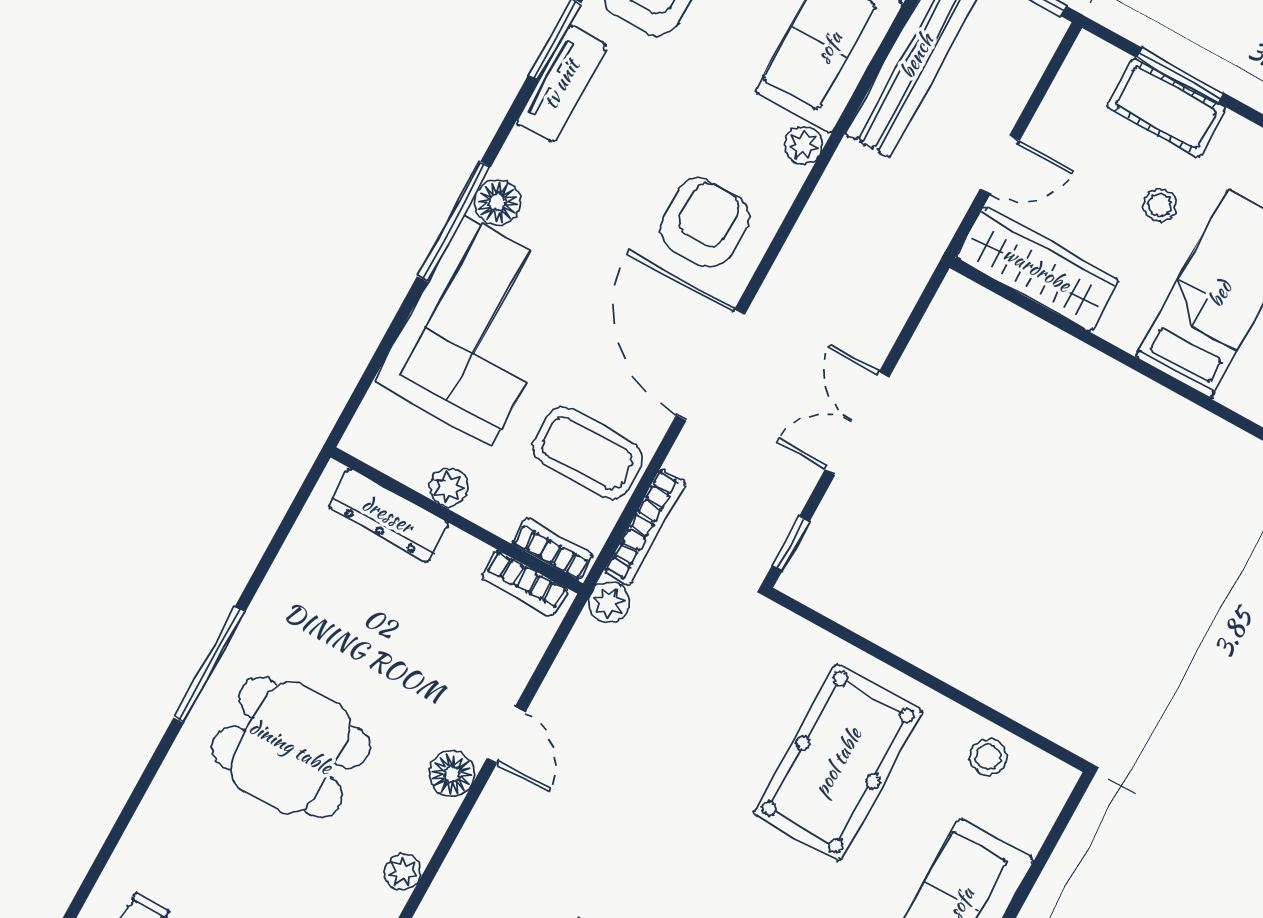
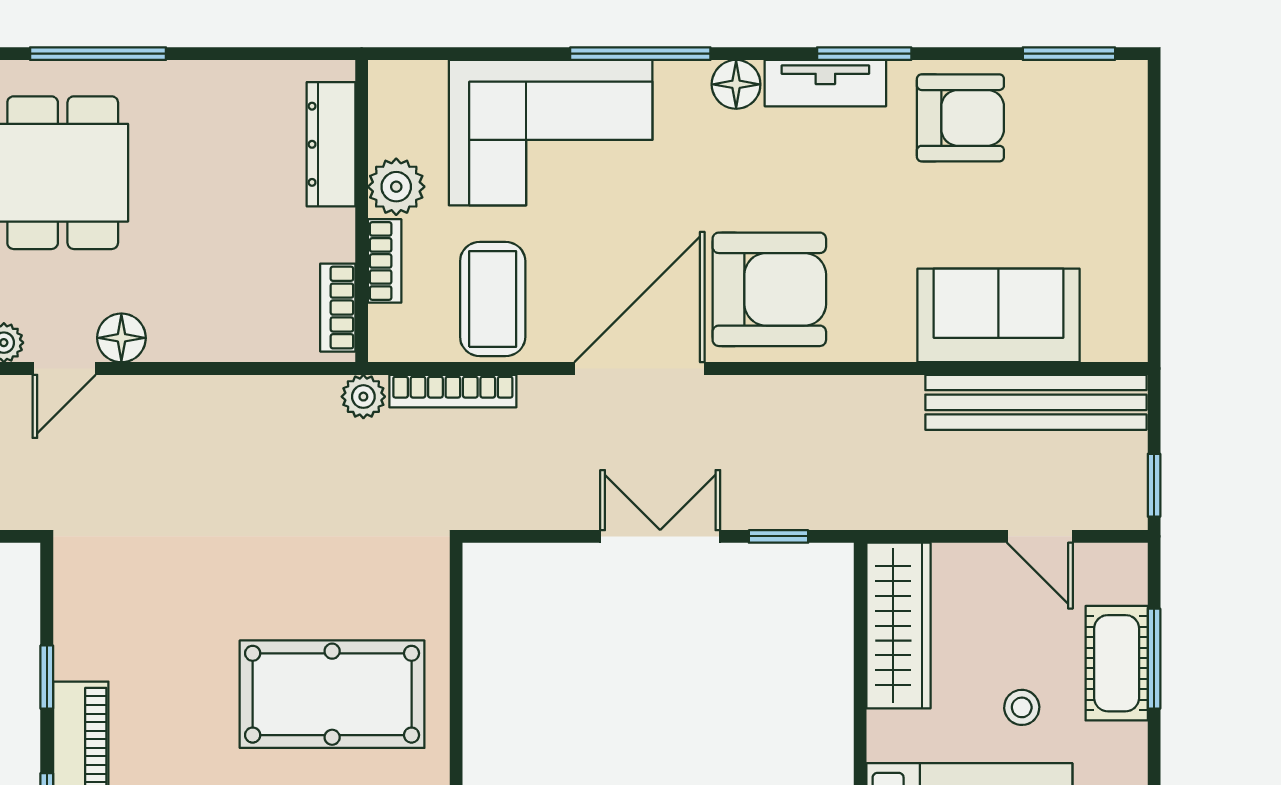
plant: (803, 145) -> (893, 342), removed
door: (1000, 165) -> (1040, 536), moved
floor lamp: (497, 202) -> (736, 84), moved
armchair: (705, 223) -> (769, 289), width x1.36, depth x1.36
plant: (449, 487) -> (396, 187), width x1.38, depth x1.38
window: (791, 544) -> (778, 536), moved
bookcase: (552, 549) -> (385, 261), moved
door: (506, 735) -> (64, 369), moved

